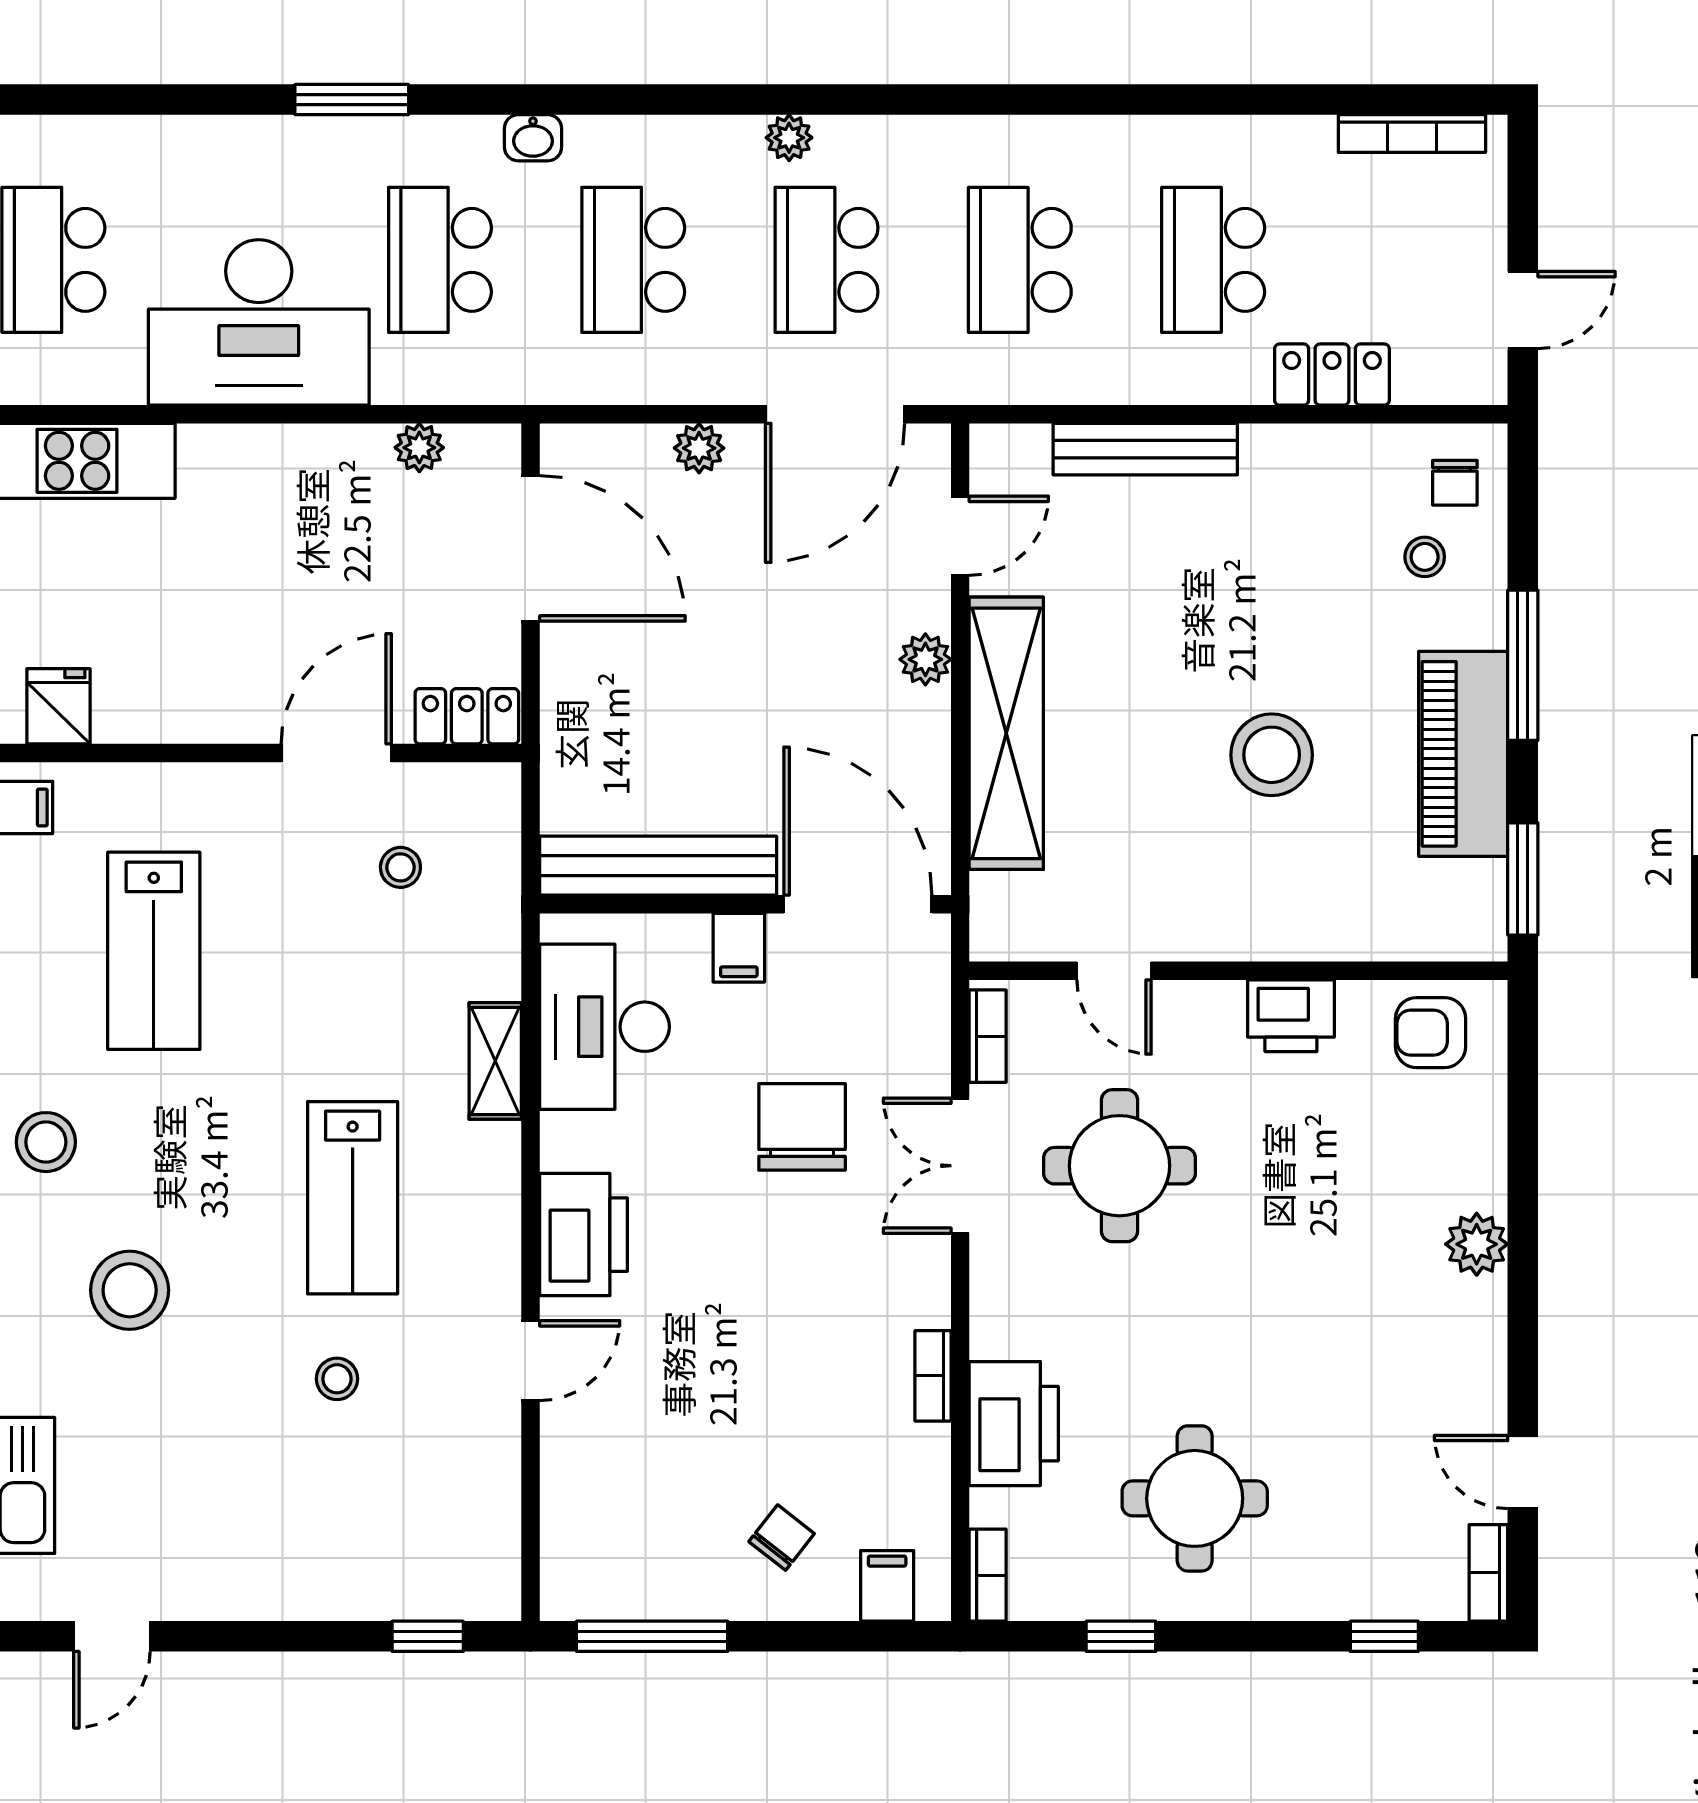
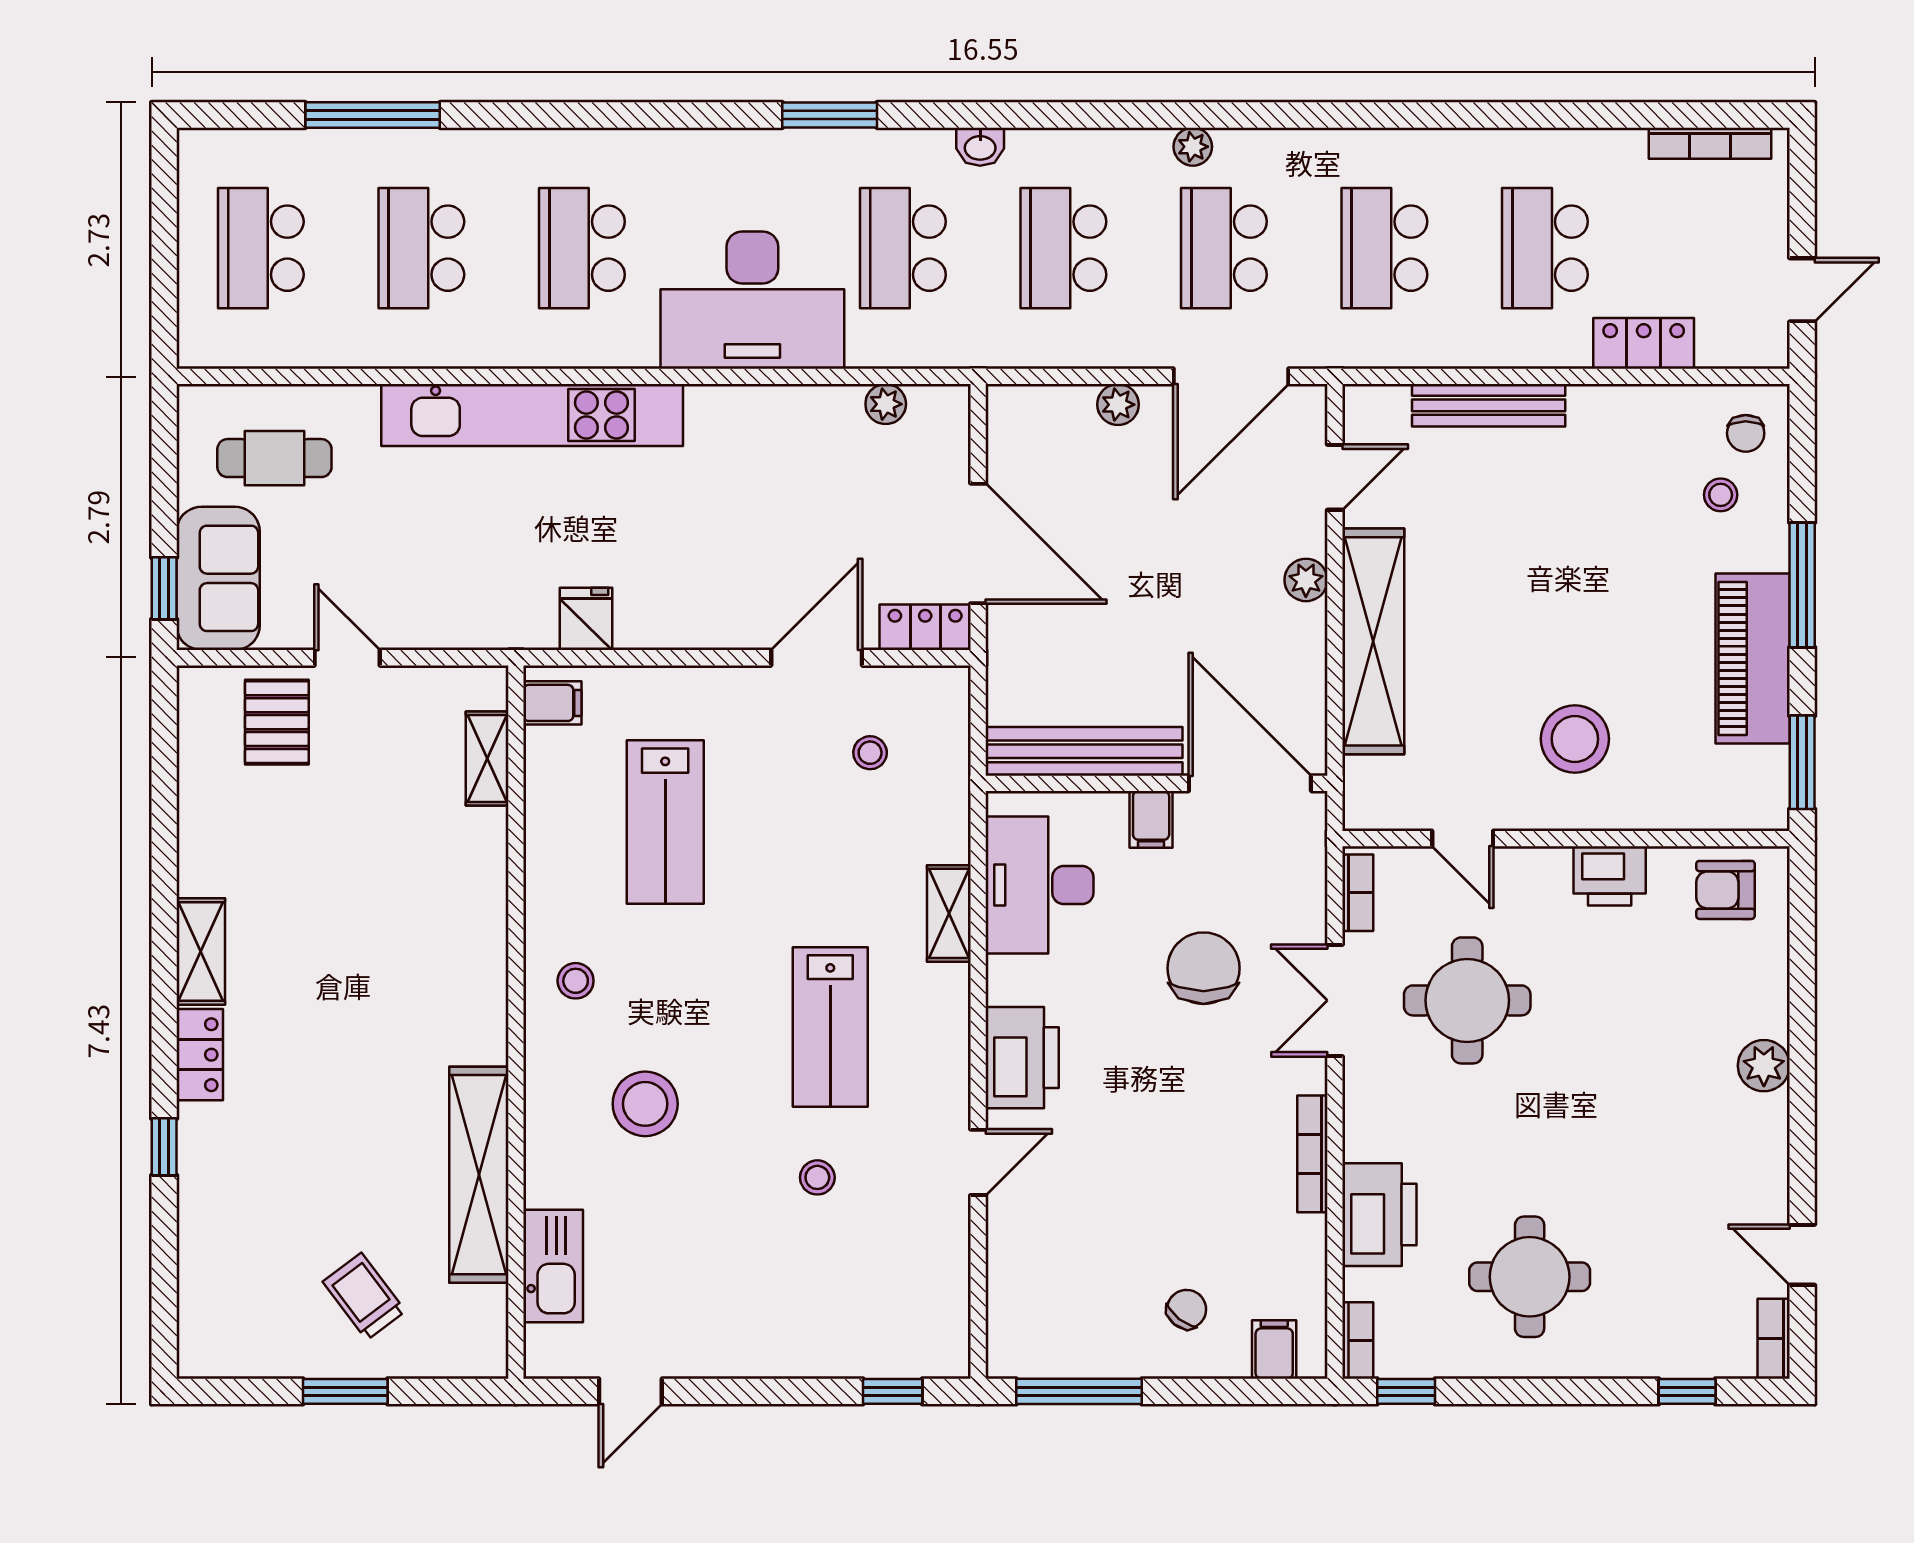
door: (531, 548) -> (978, 543), moved
stool: (1272, 755) -> (1575, 739), moved
stool: (46, 1142) -> (576, 981), width x0.73, depth x0.73
bookcase: (933, 1376) -> (1312, 1154), width x1.56
window: (1121, 1636) -> (1406, 1391), moved

